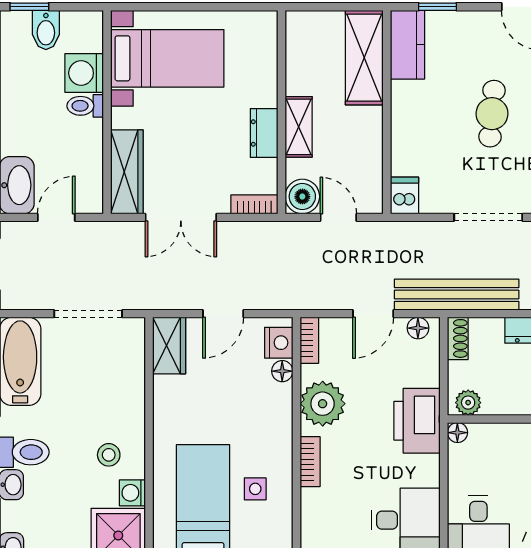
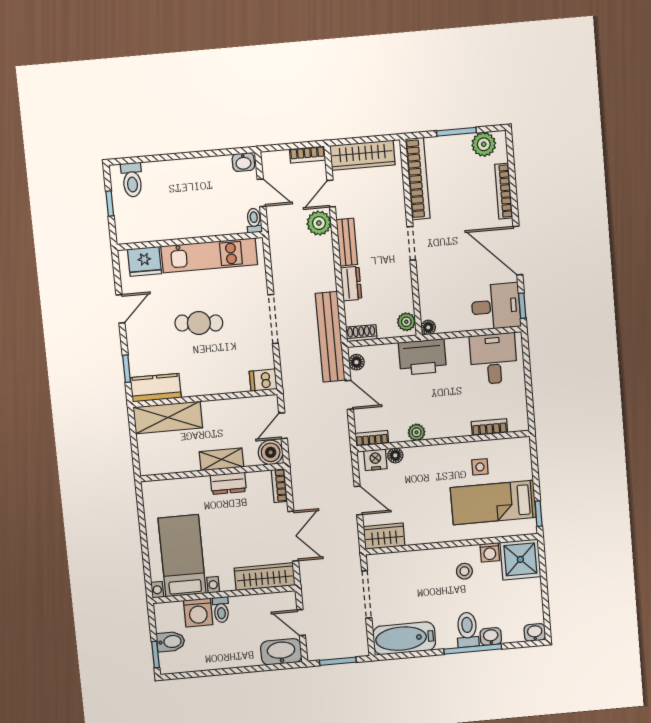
plant: (323, 404) -> (416, 432), width x0.53, depth x0.53
bookcase: (310, 462) -> (489, 427), moved

